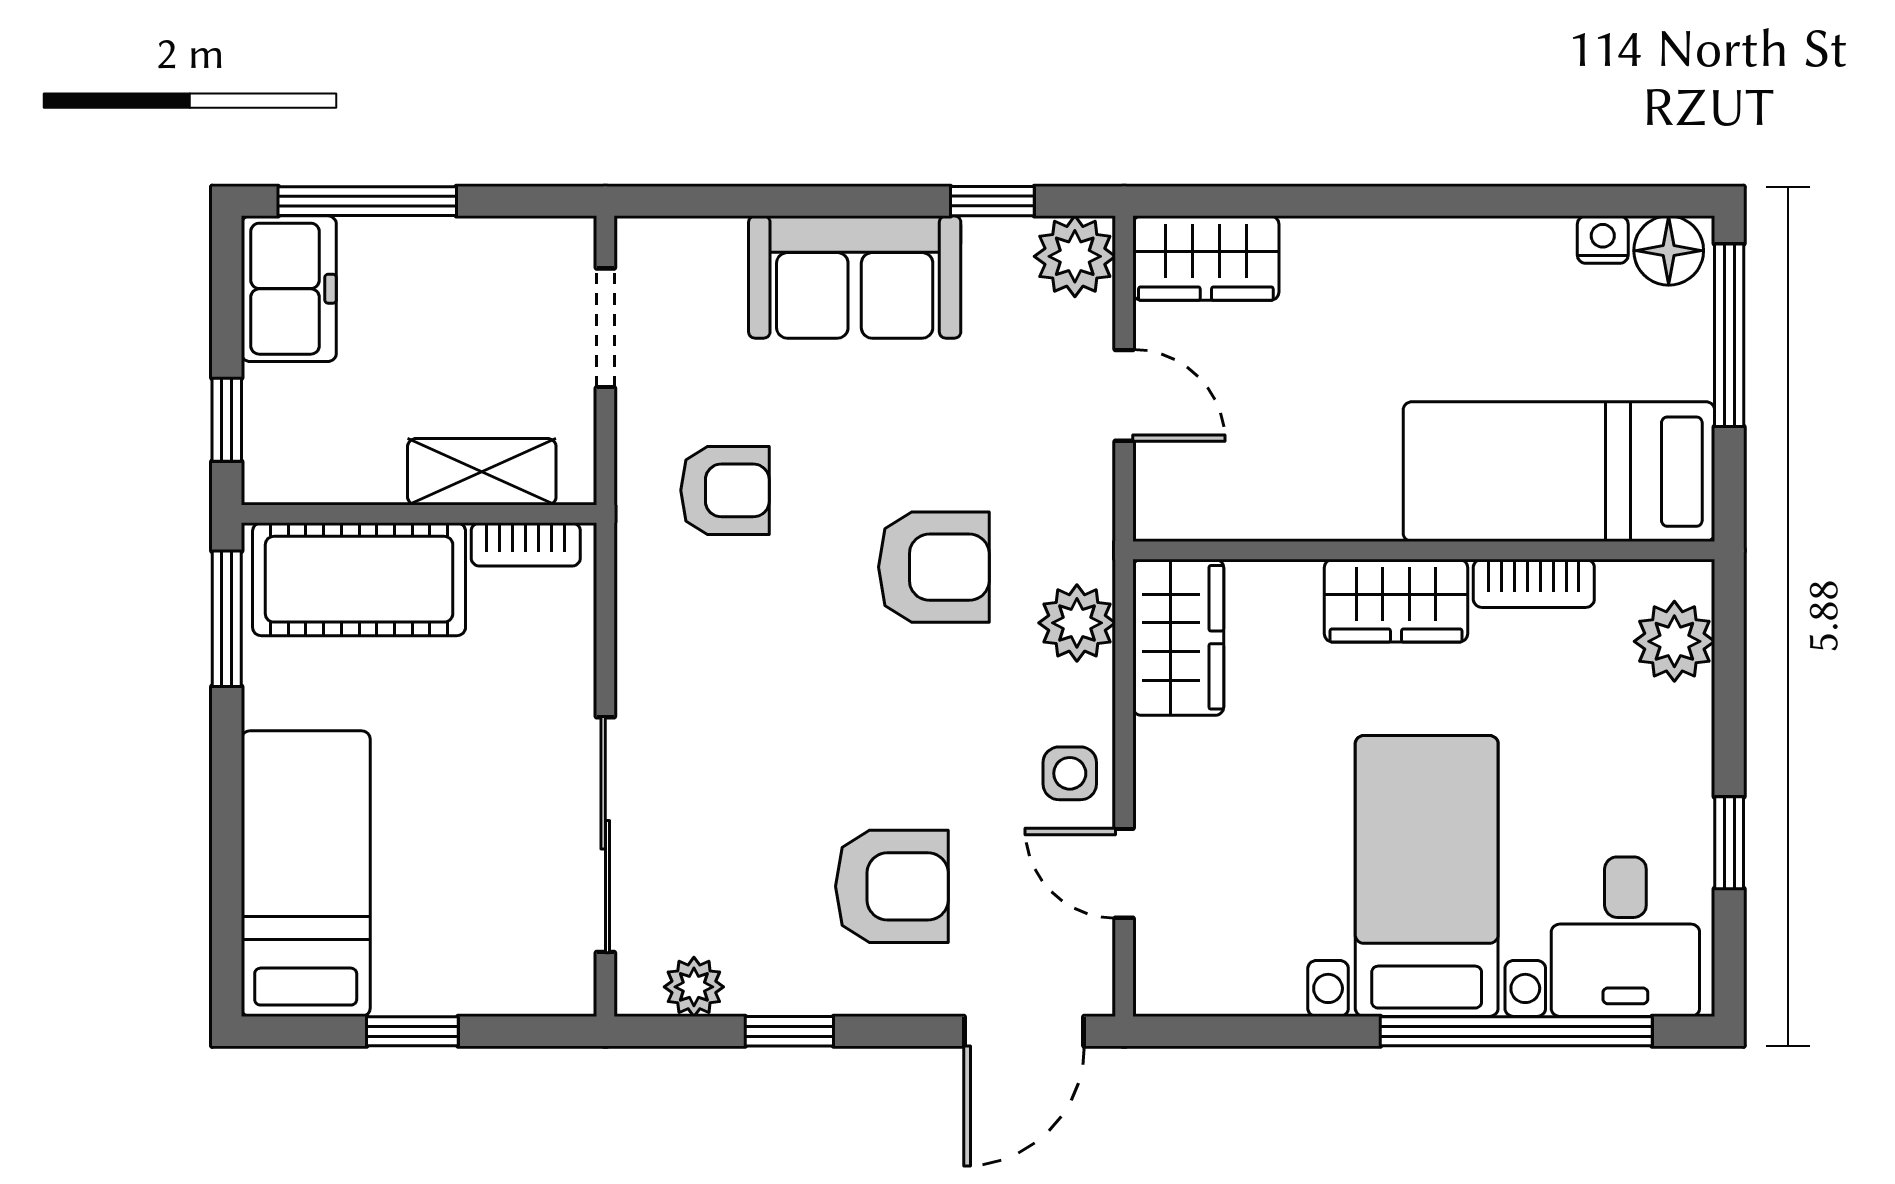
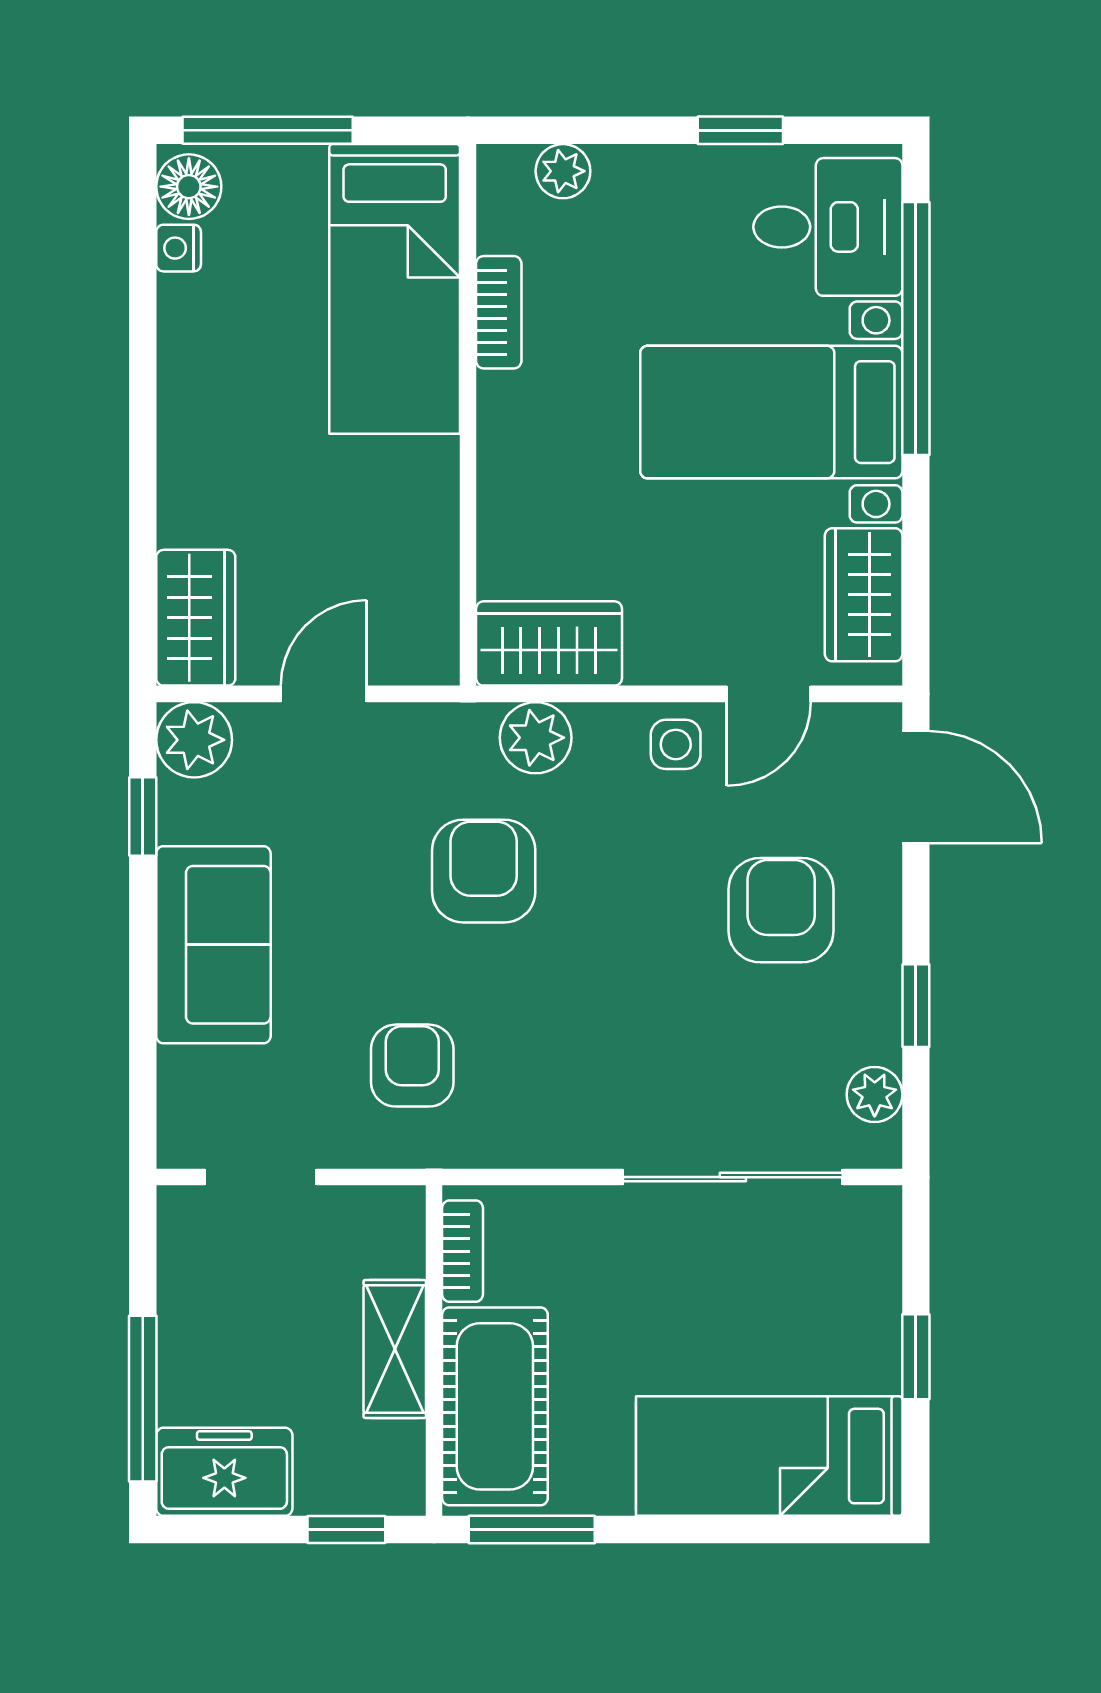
shelving: (482, 472) -> (395, 1349), moved
wardrobe: (1396, 601) -> (864, 595), moved, turned 180
plant: (1674, 641) -> (563, 171), width x0.73, depth x0.73

